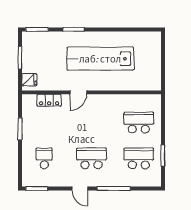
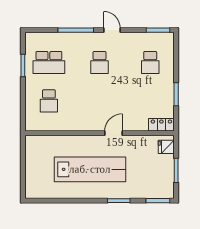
locker: (49, 100) -> (161, 125), moved
school desk: (139, 123) -> (49, 101), width x0.54
school desk: (91, 158) -> (100, 62), width x0.54

